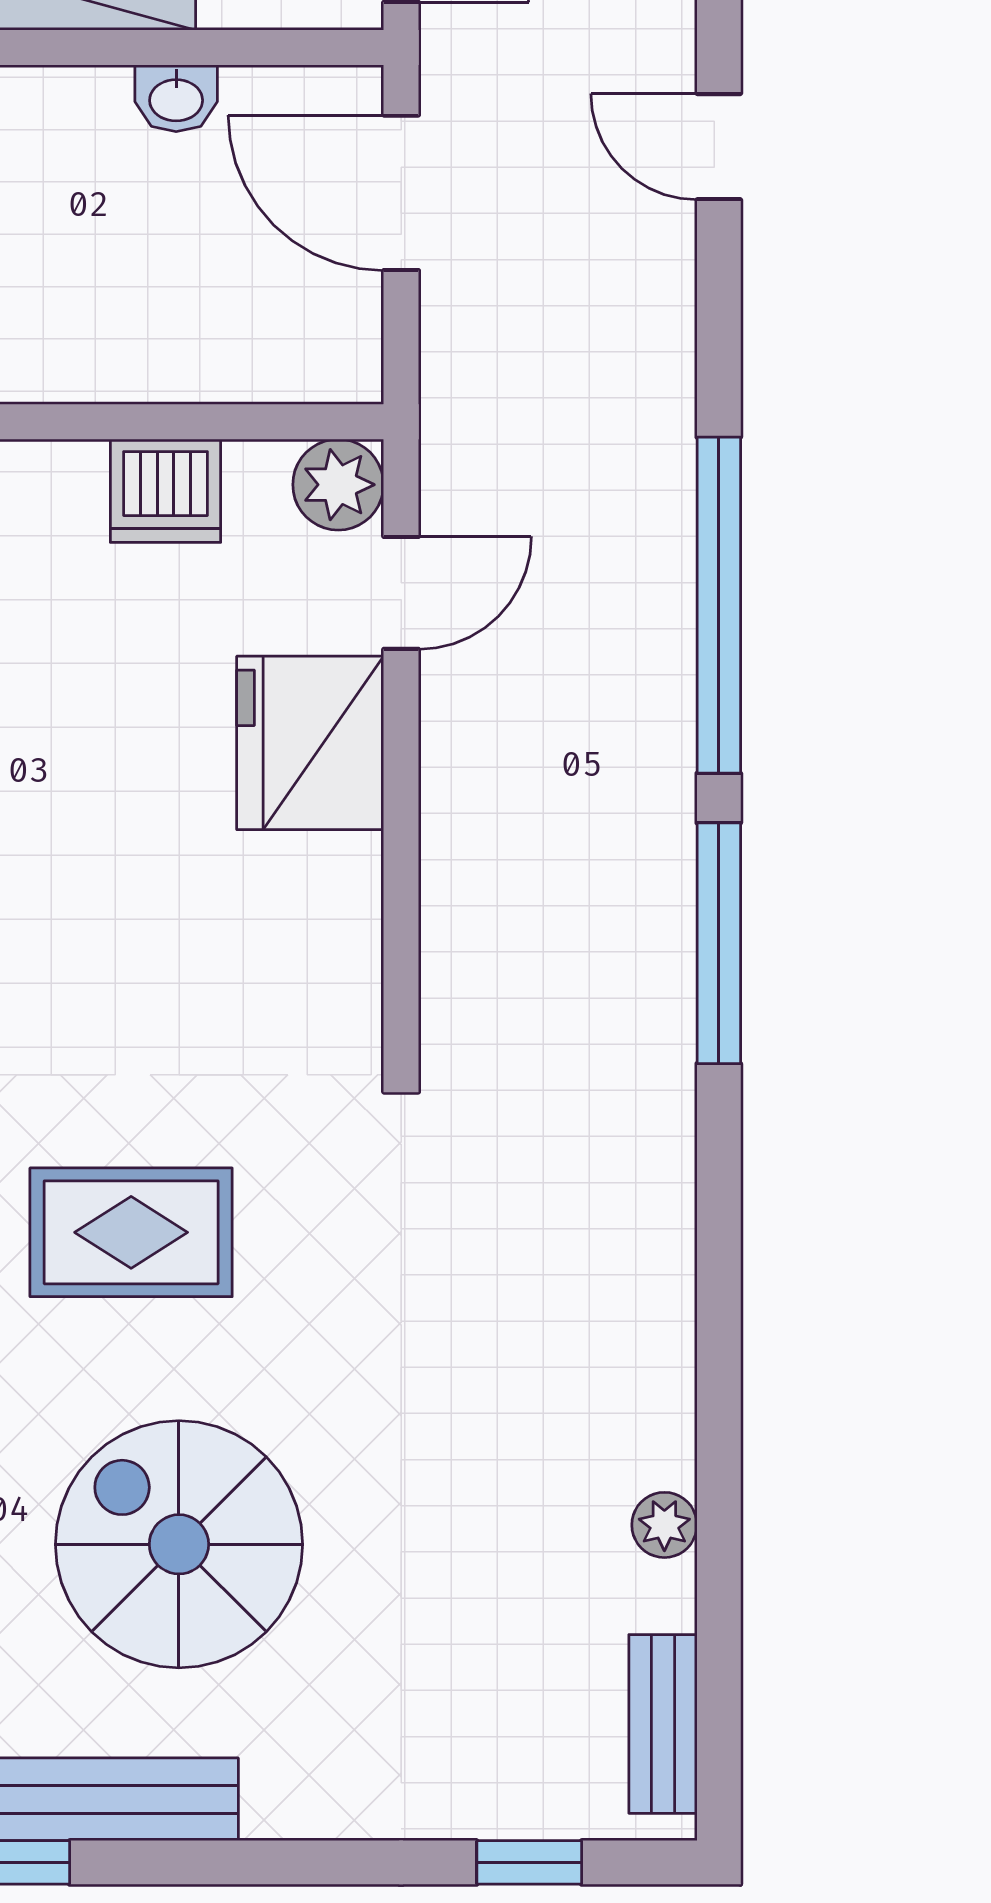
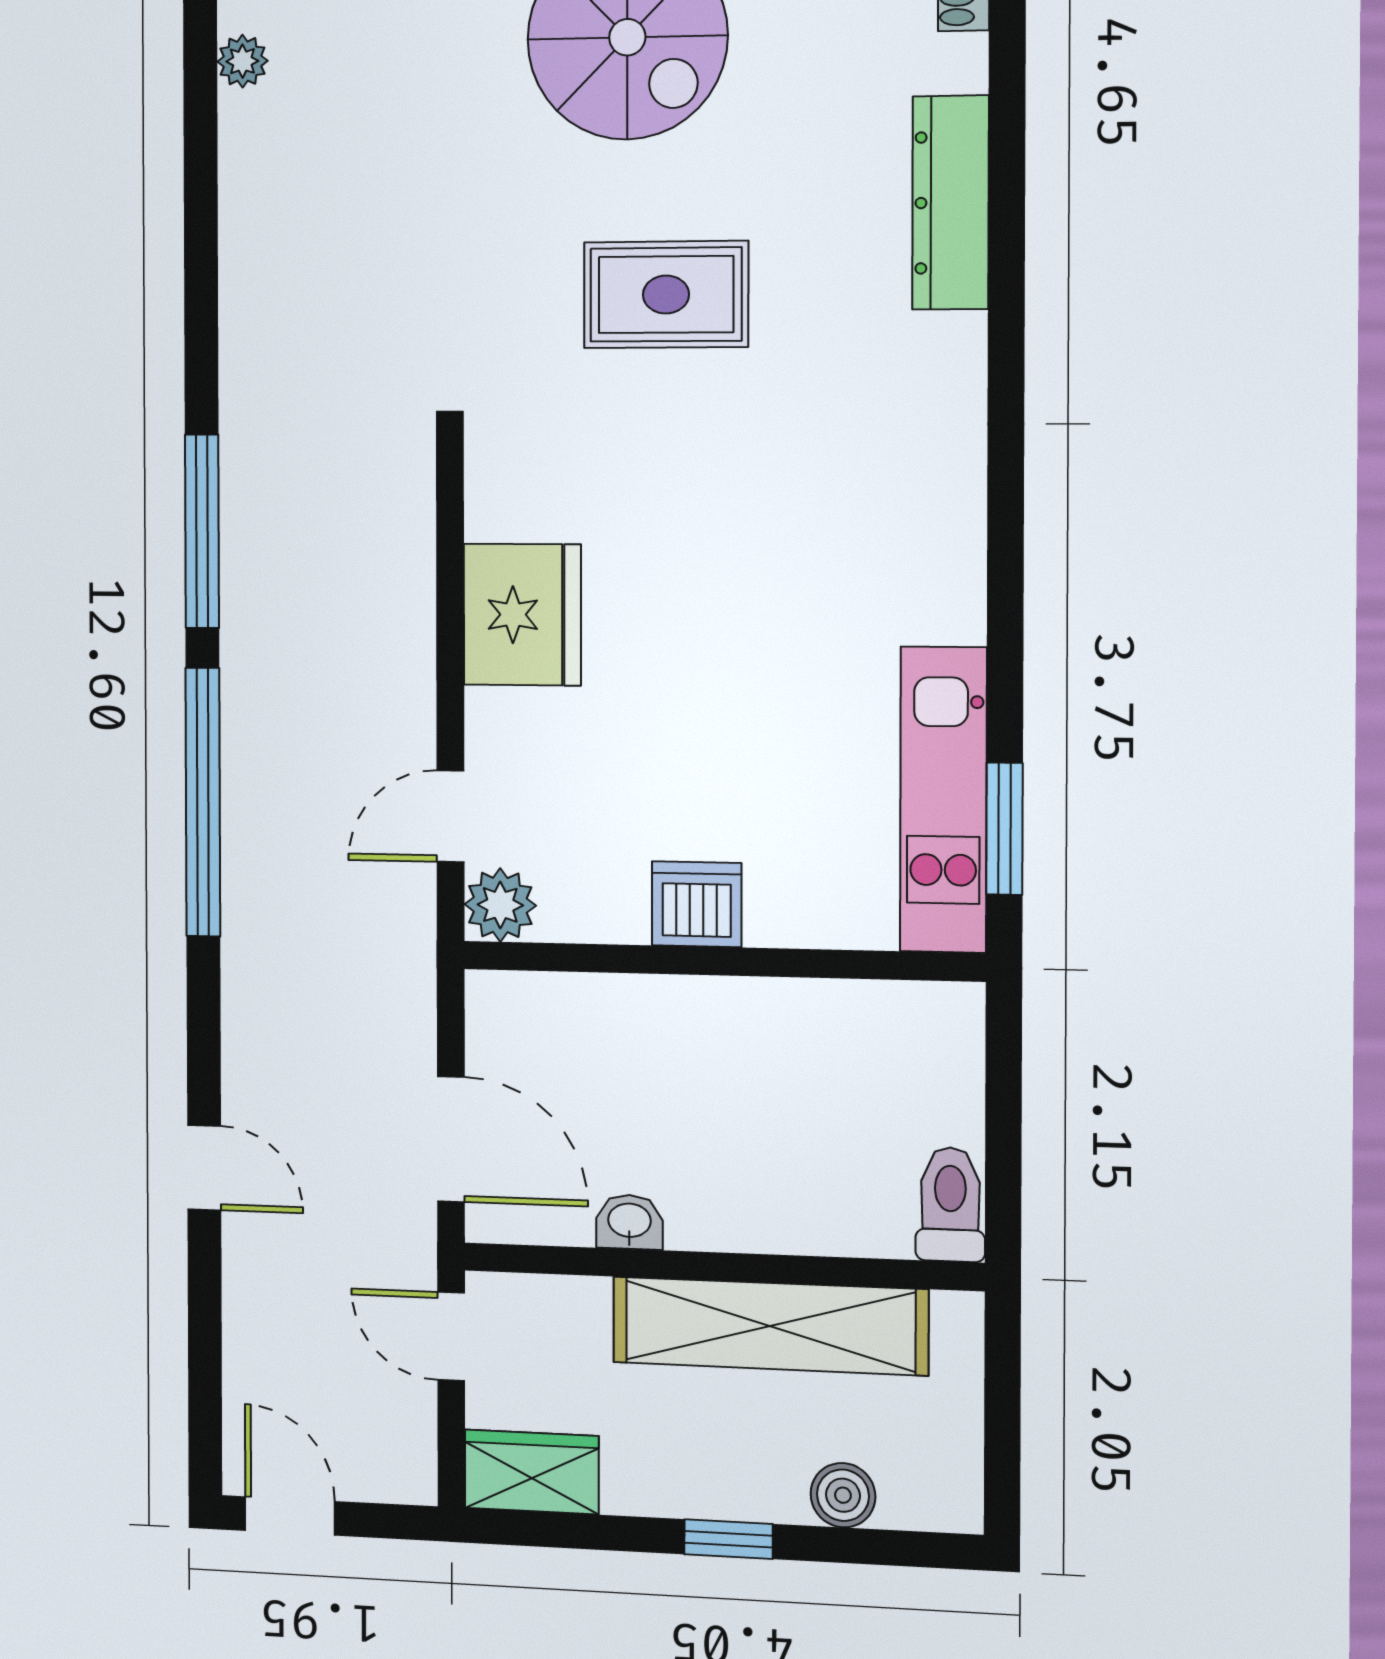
dishwasher: (166, 491) -> (697, 904), moved
fridge: (310, 743) -> (522, 615), moved

